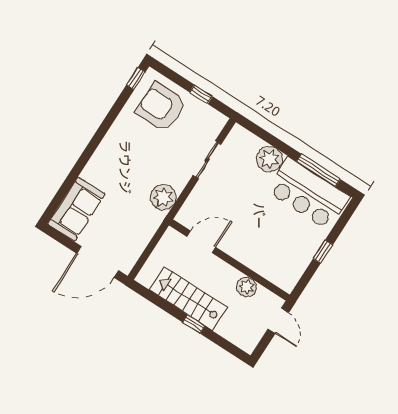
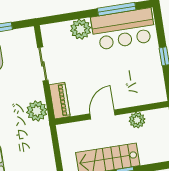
piano: (192, 207) -> (60, 101), added
door: (201, 242) -> (102, 114), moved

